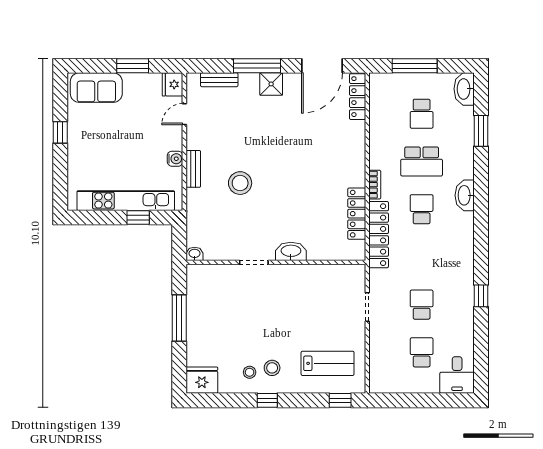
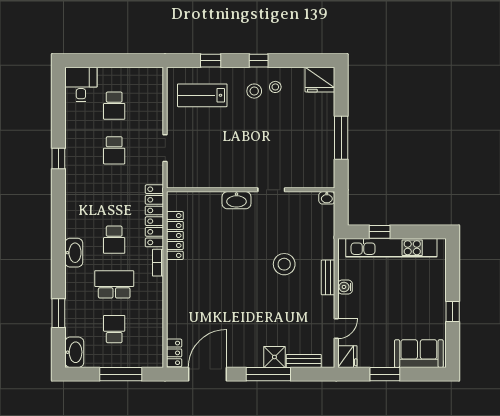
shower: (271, 84) -> (274, 357), moved
locker: (358, 97) -> (174, 353), width x0.66
window: (340, 400) -> (211, 61), moved

